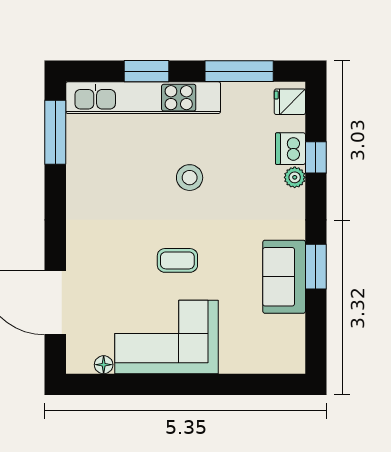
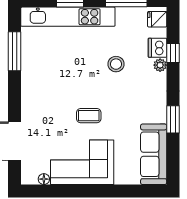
window: (55, 132) -> (15, 51), moved
stool: (190, 178) -> (116, 64), moved
sofa: (284, 277) -> (154, 154), moved, width x1.36

